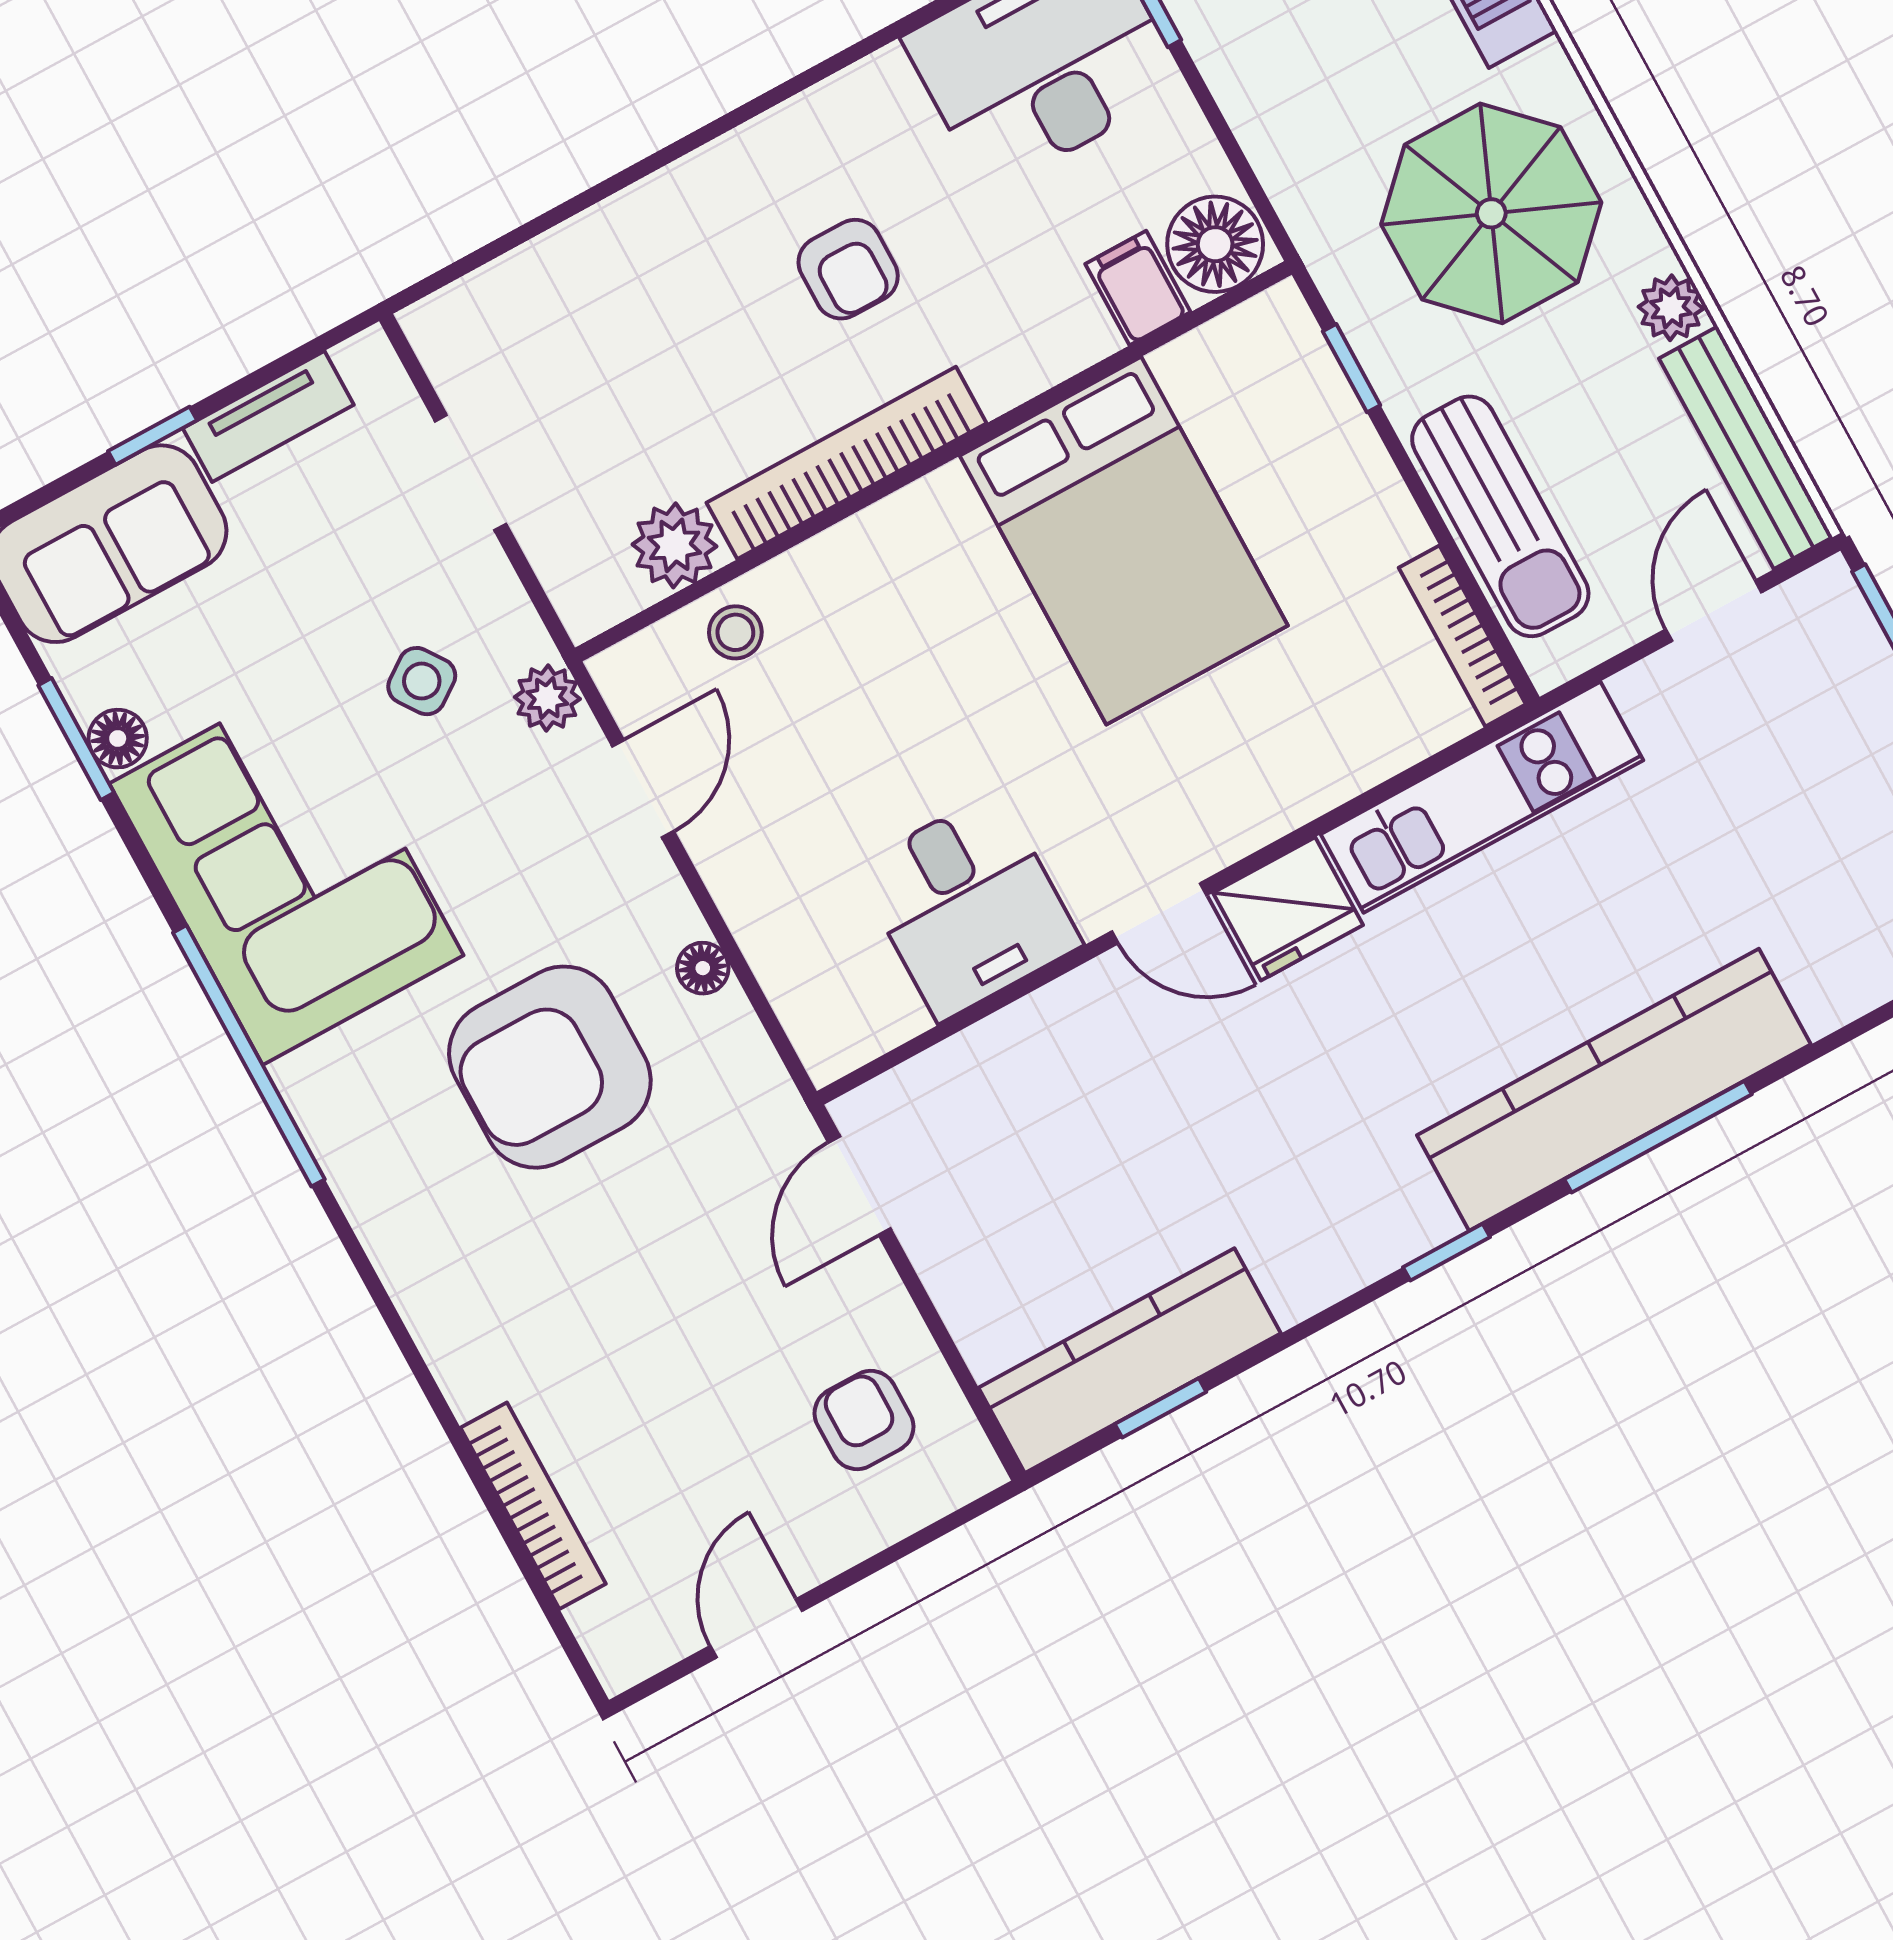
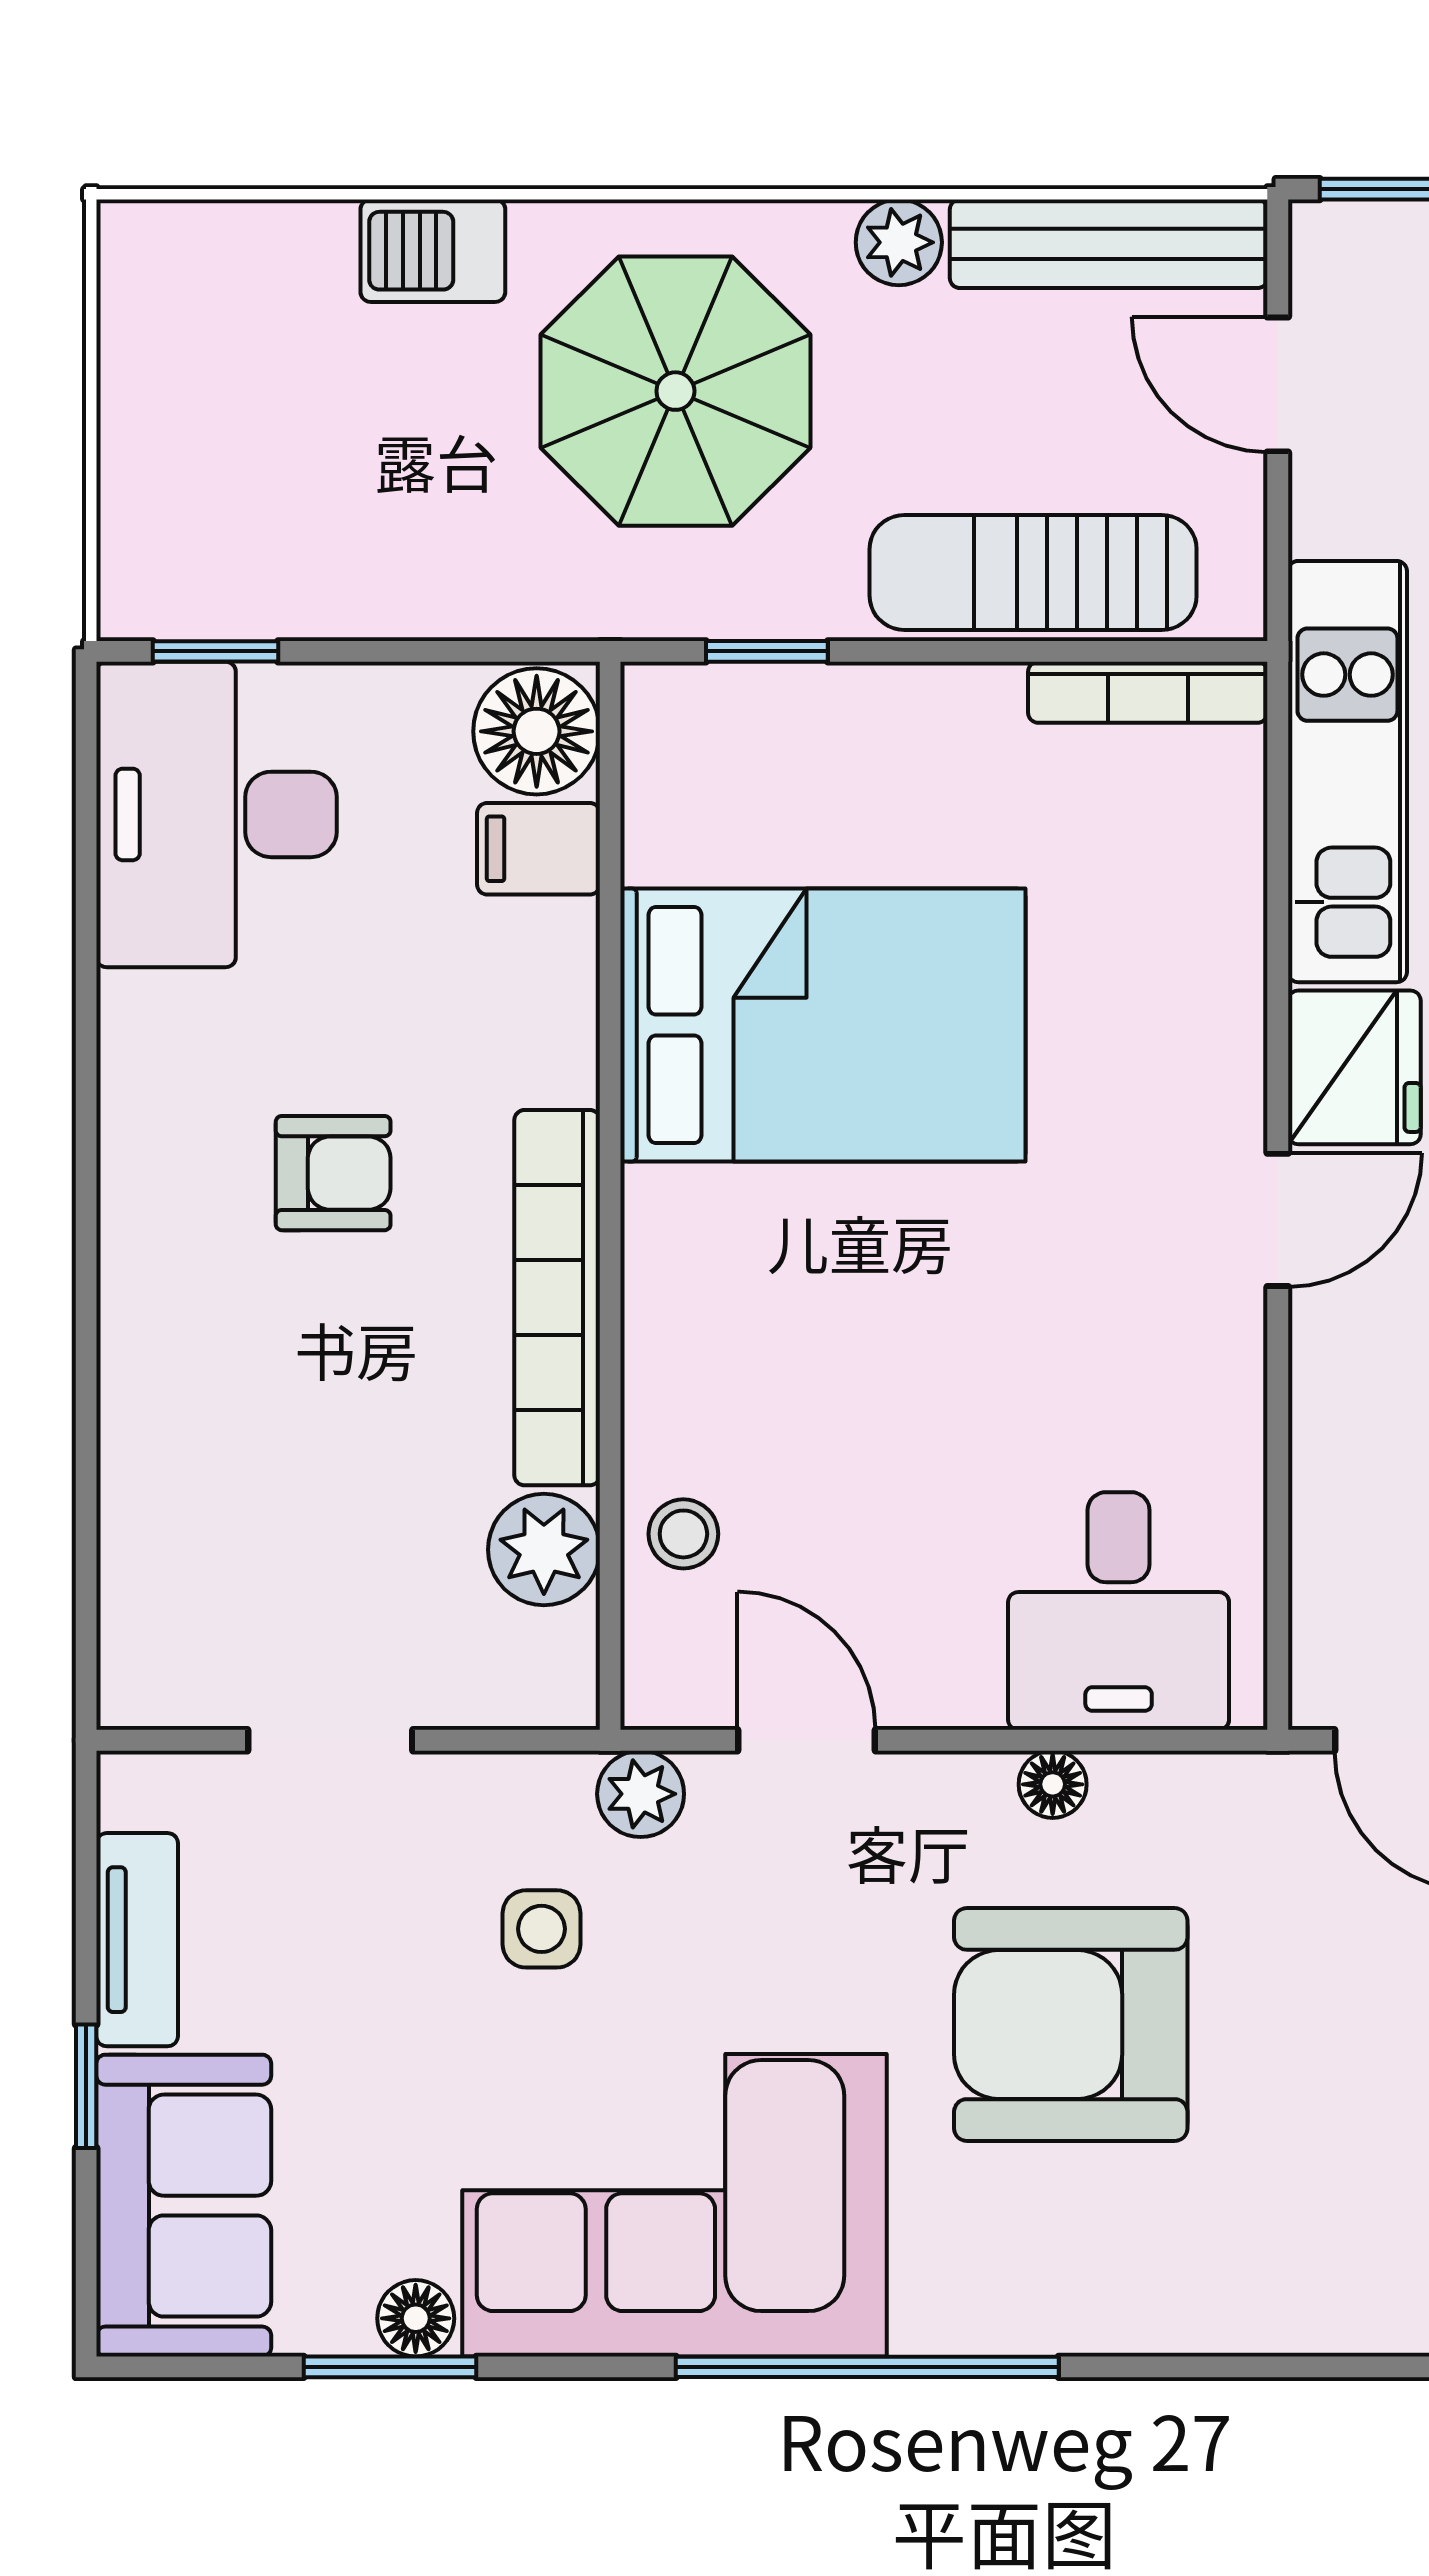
sun lounger: (1500, 516) -> (1033, 572), turned 180
side table: (422, 681) -> (541, 1929), turned 35
desk: (968, 906) -> (1119, 1611), moved, turned 90
armchair: (550, 1067) -> (1071, 2024), turned 90

